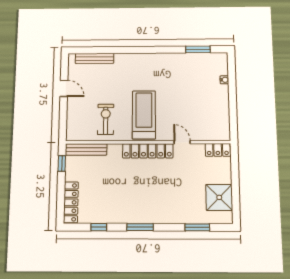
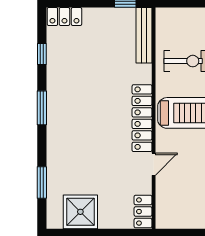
locker: (71, 202) -> (64, 17), width x0.66

